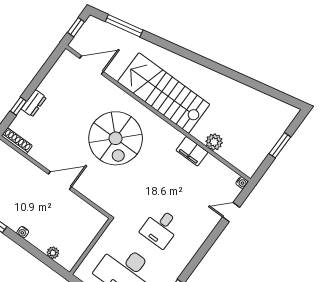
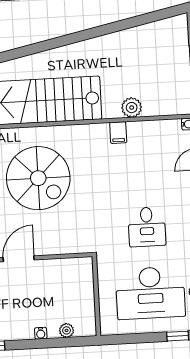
filing cabinet: (192, 151) -> (118, 133), width x0.50
water cooler: (23, 232) -> (41, 333), moved

